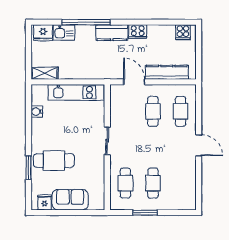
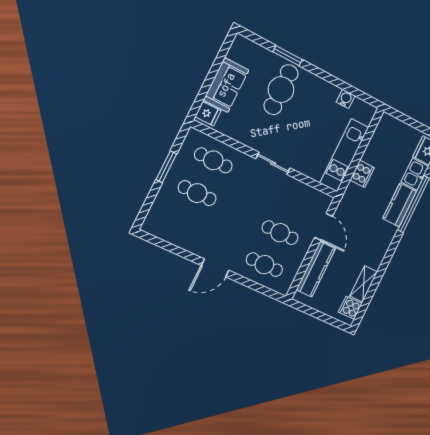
cooker: (138, 32) -> (362, 174), moved, turned 180
kitchen counter: (112, 33) -> (400, 205), moved
shelving: (45, 73) -> (364, 284), moved
door: (134, 82) -> (323, 227), hinge flipped
fridge: (45, 202) -> (208, 114), moved

